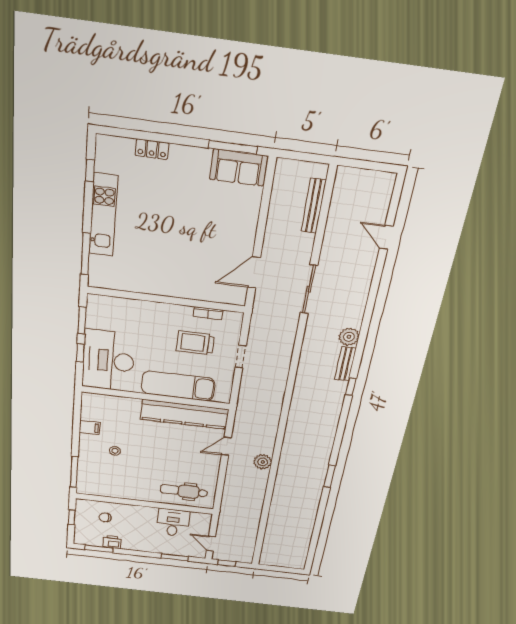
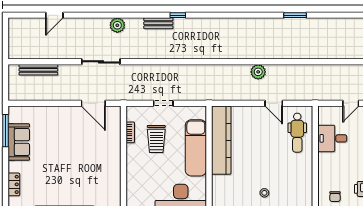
sofa: (238, 168) -> (19, 142), moved
plant: (349, 337) -> (117, 25), moved
door: (226, 446) -> (274, 103), moved
window: (330, 476) -> (295, 15), moved

